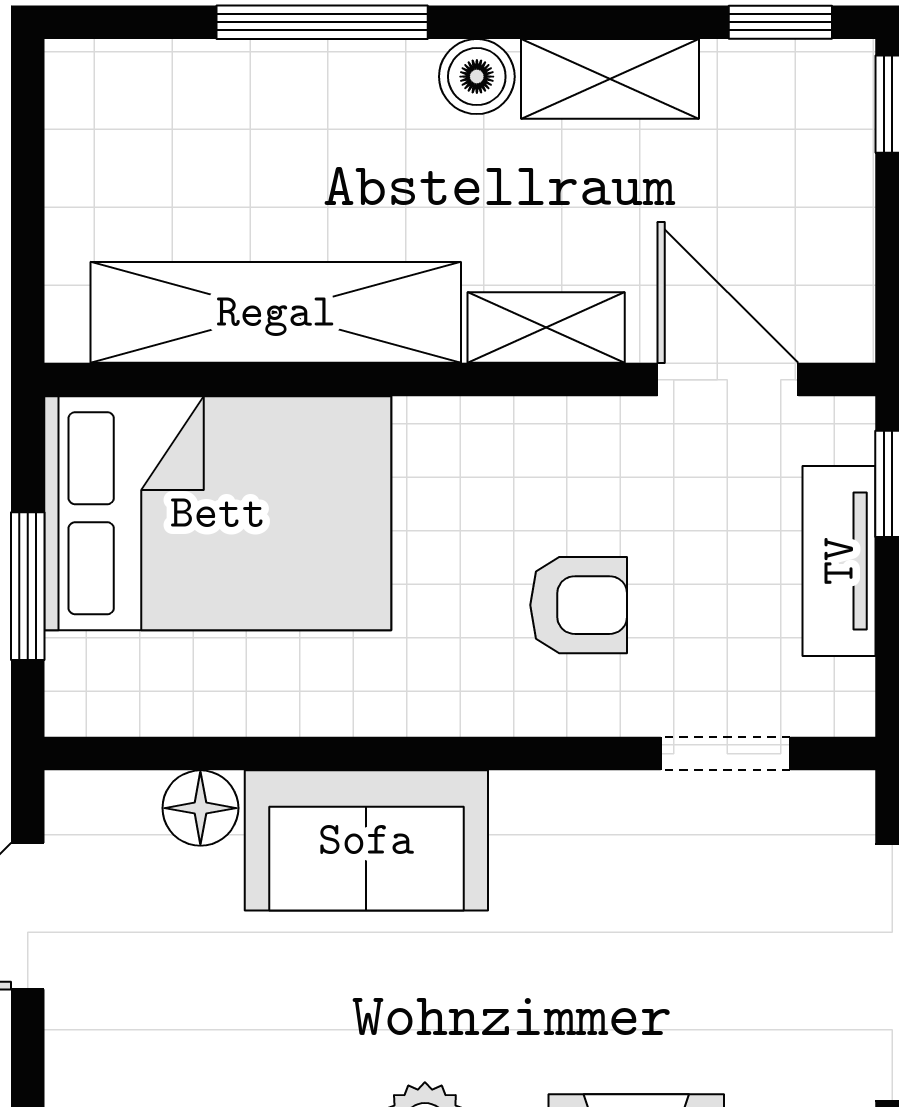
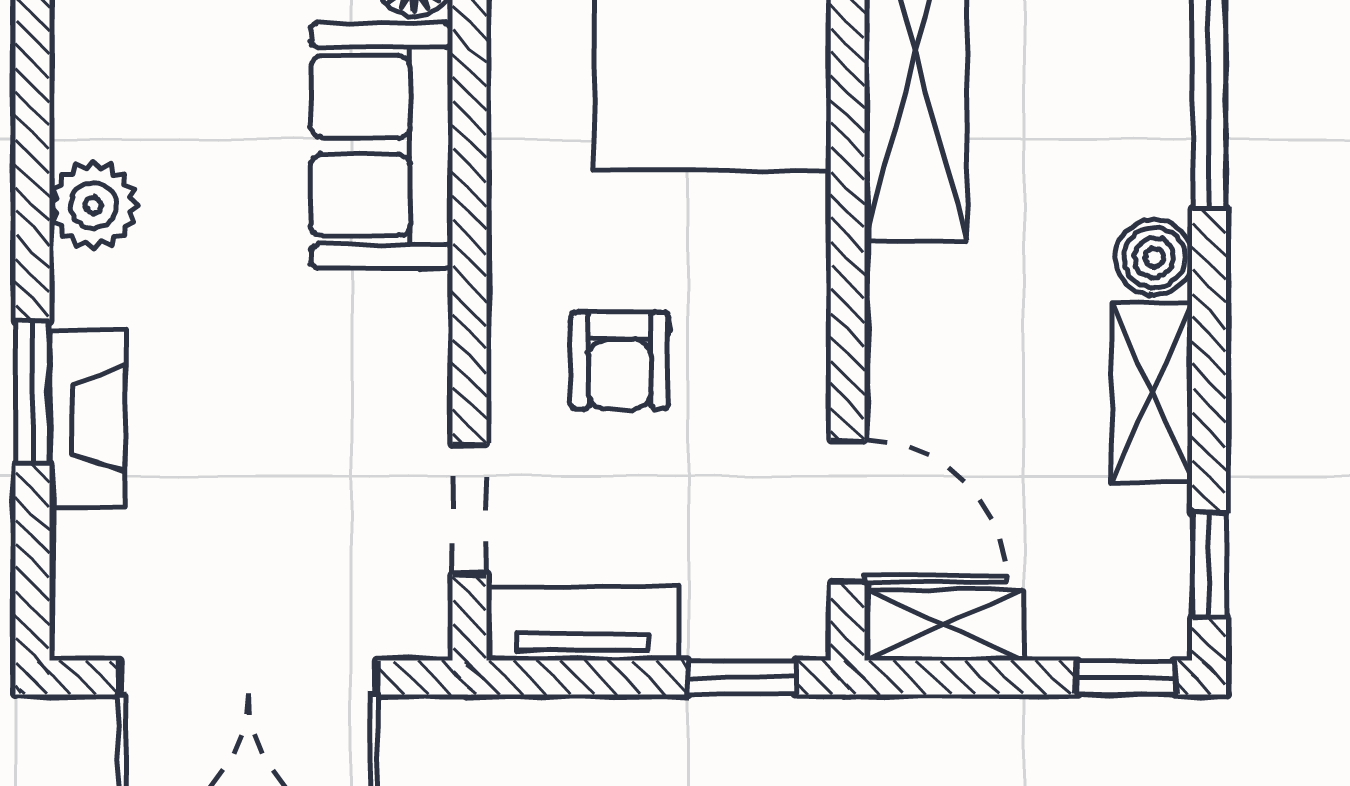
shelving: (546, 328) -> (944, 625), moved, turned 90
door: (728, 380) -> (848, 511), hinge flipped
tv unit: (839, 561) -> (583, 624), moved

